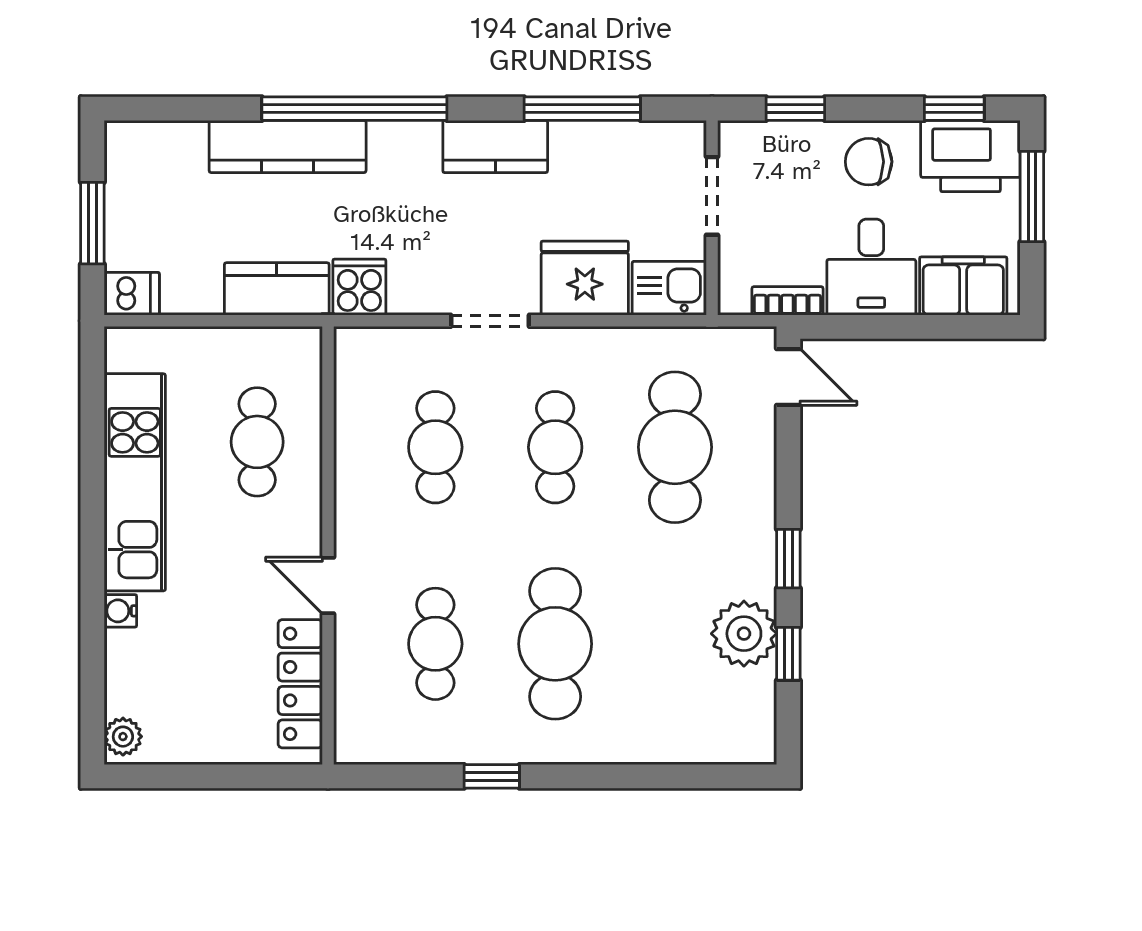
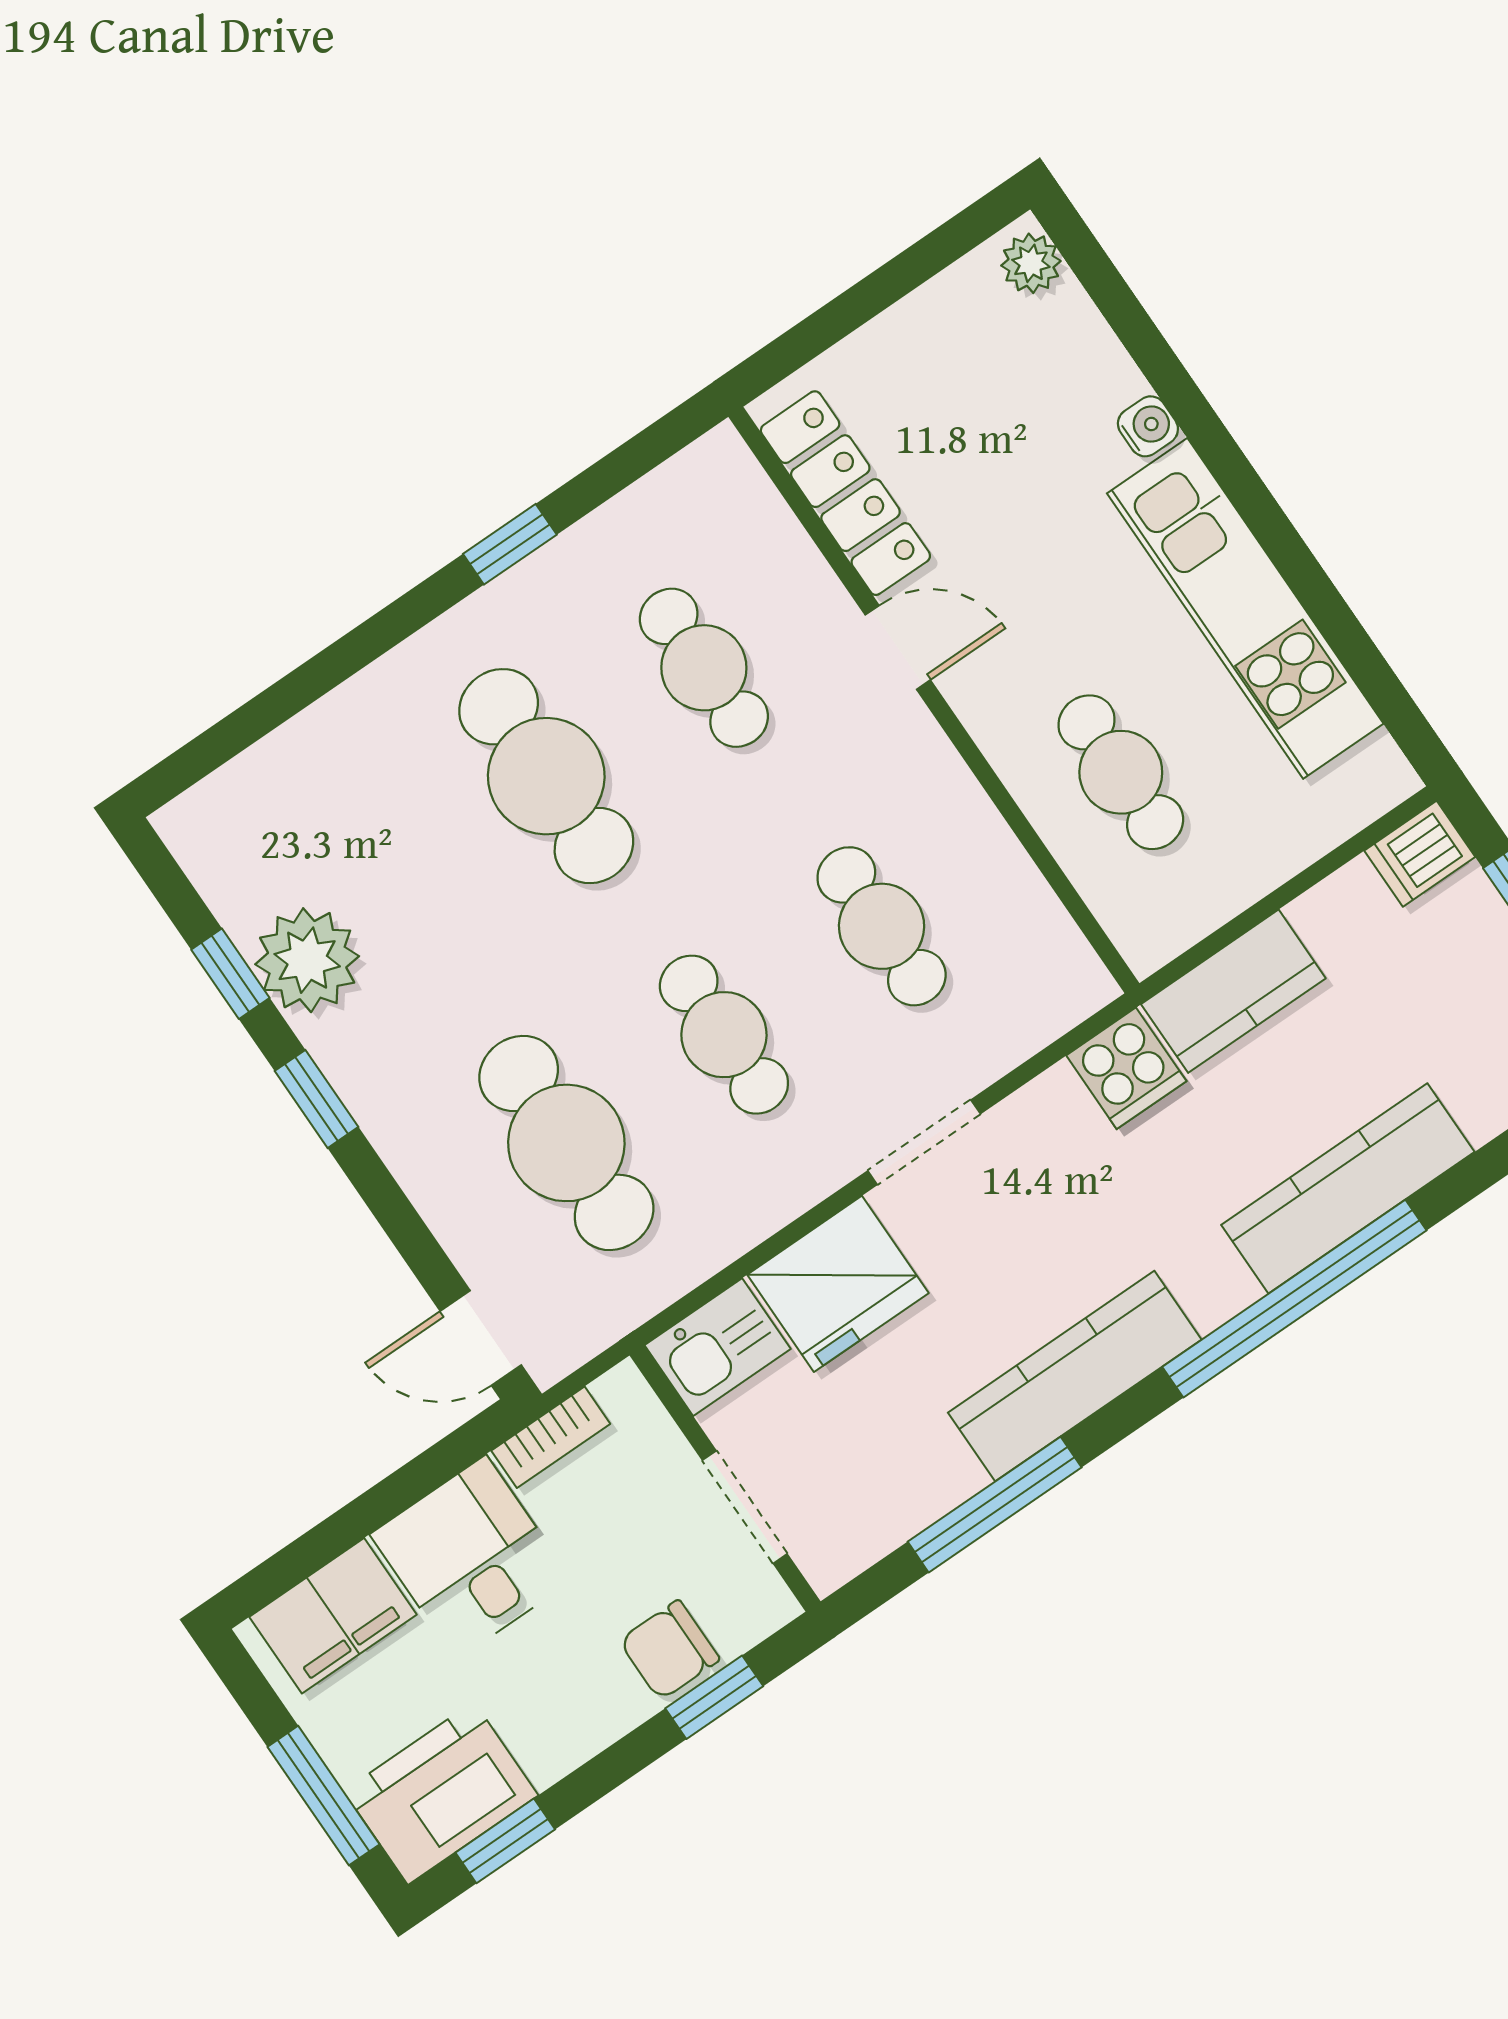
kitchen counter: (495, 146) -> (1075, 1376), width x1.50
chair: (869, 162) -> (669, 1650), moved, turned 180

